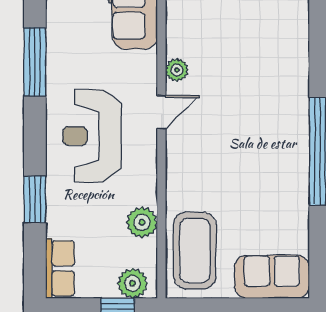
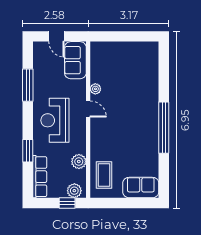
door: (161, 112) -> (88, 109), hinge flipped
coffee table: (195, 250) -> (104, 175), width x0.73, depth x0.76
row of seats: (60, 268) -> (40, 177), width x1.48

